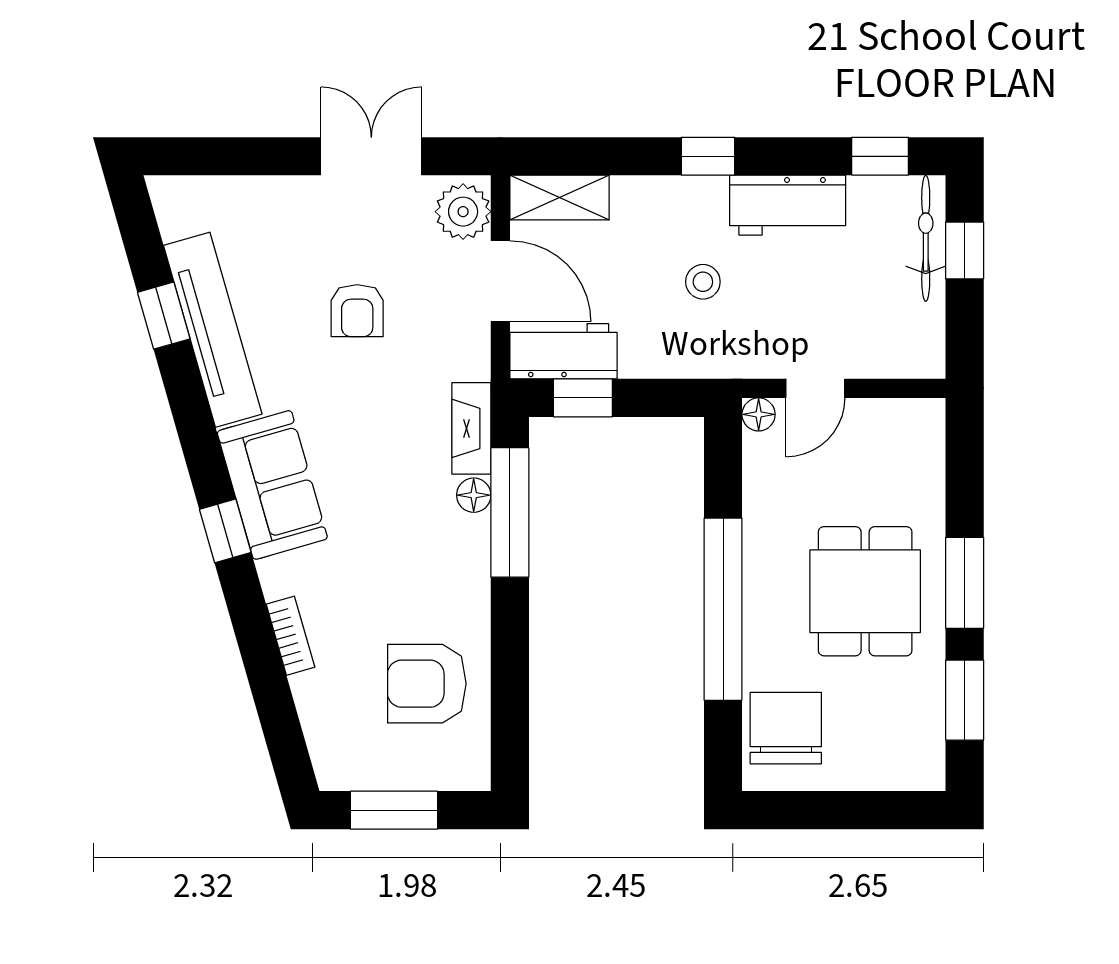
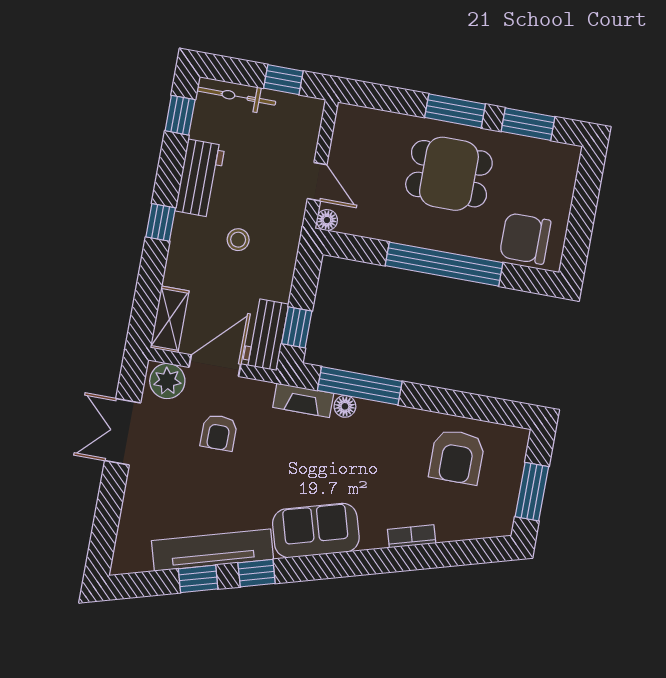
window: (965, 250) -> (283, 80), moved
armchair: (357, 311) -> (219, 433), moved, turned 90
window: (225, 531) -> (257, 573), moved

